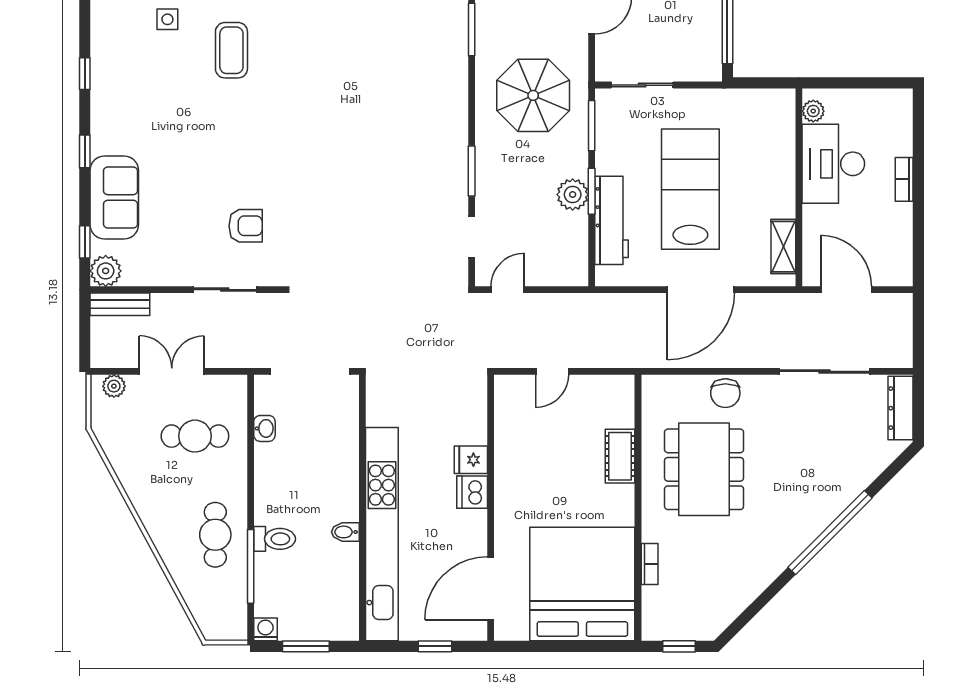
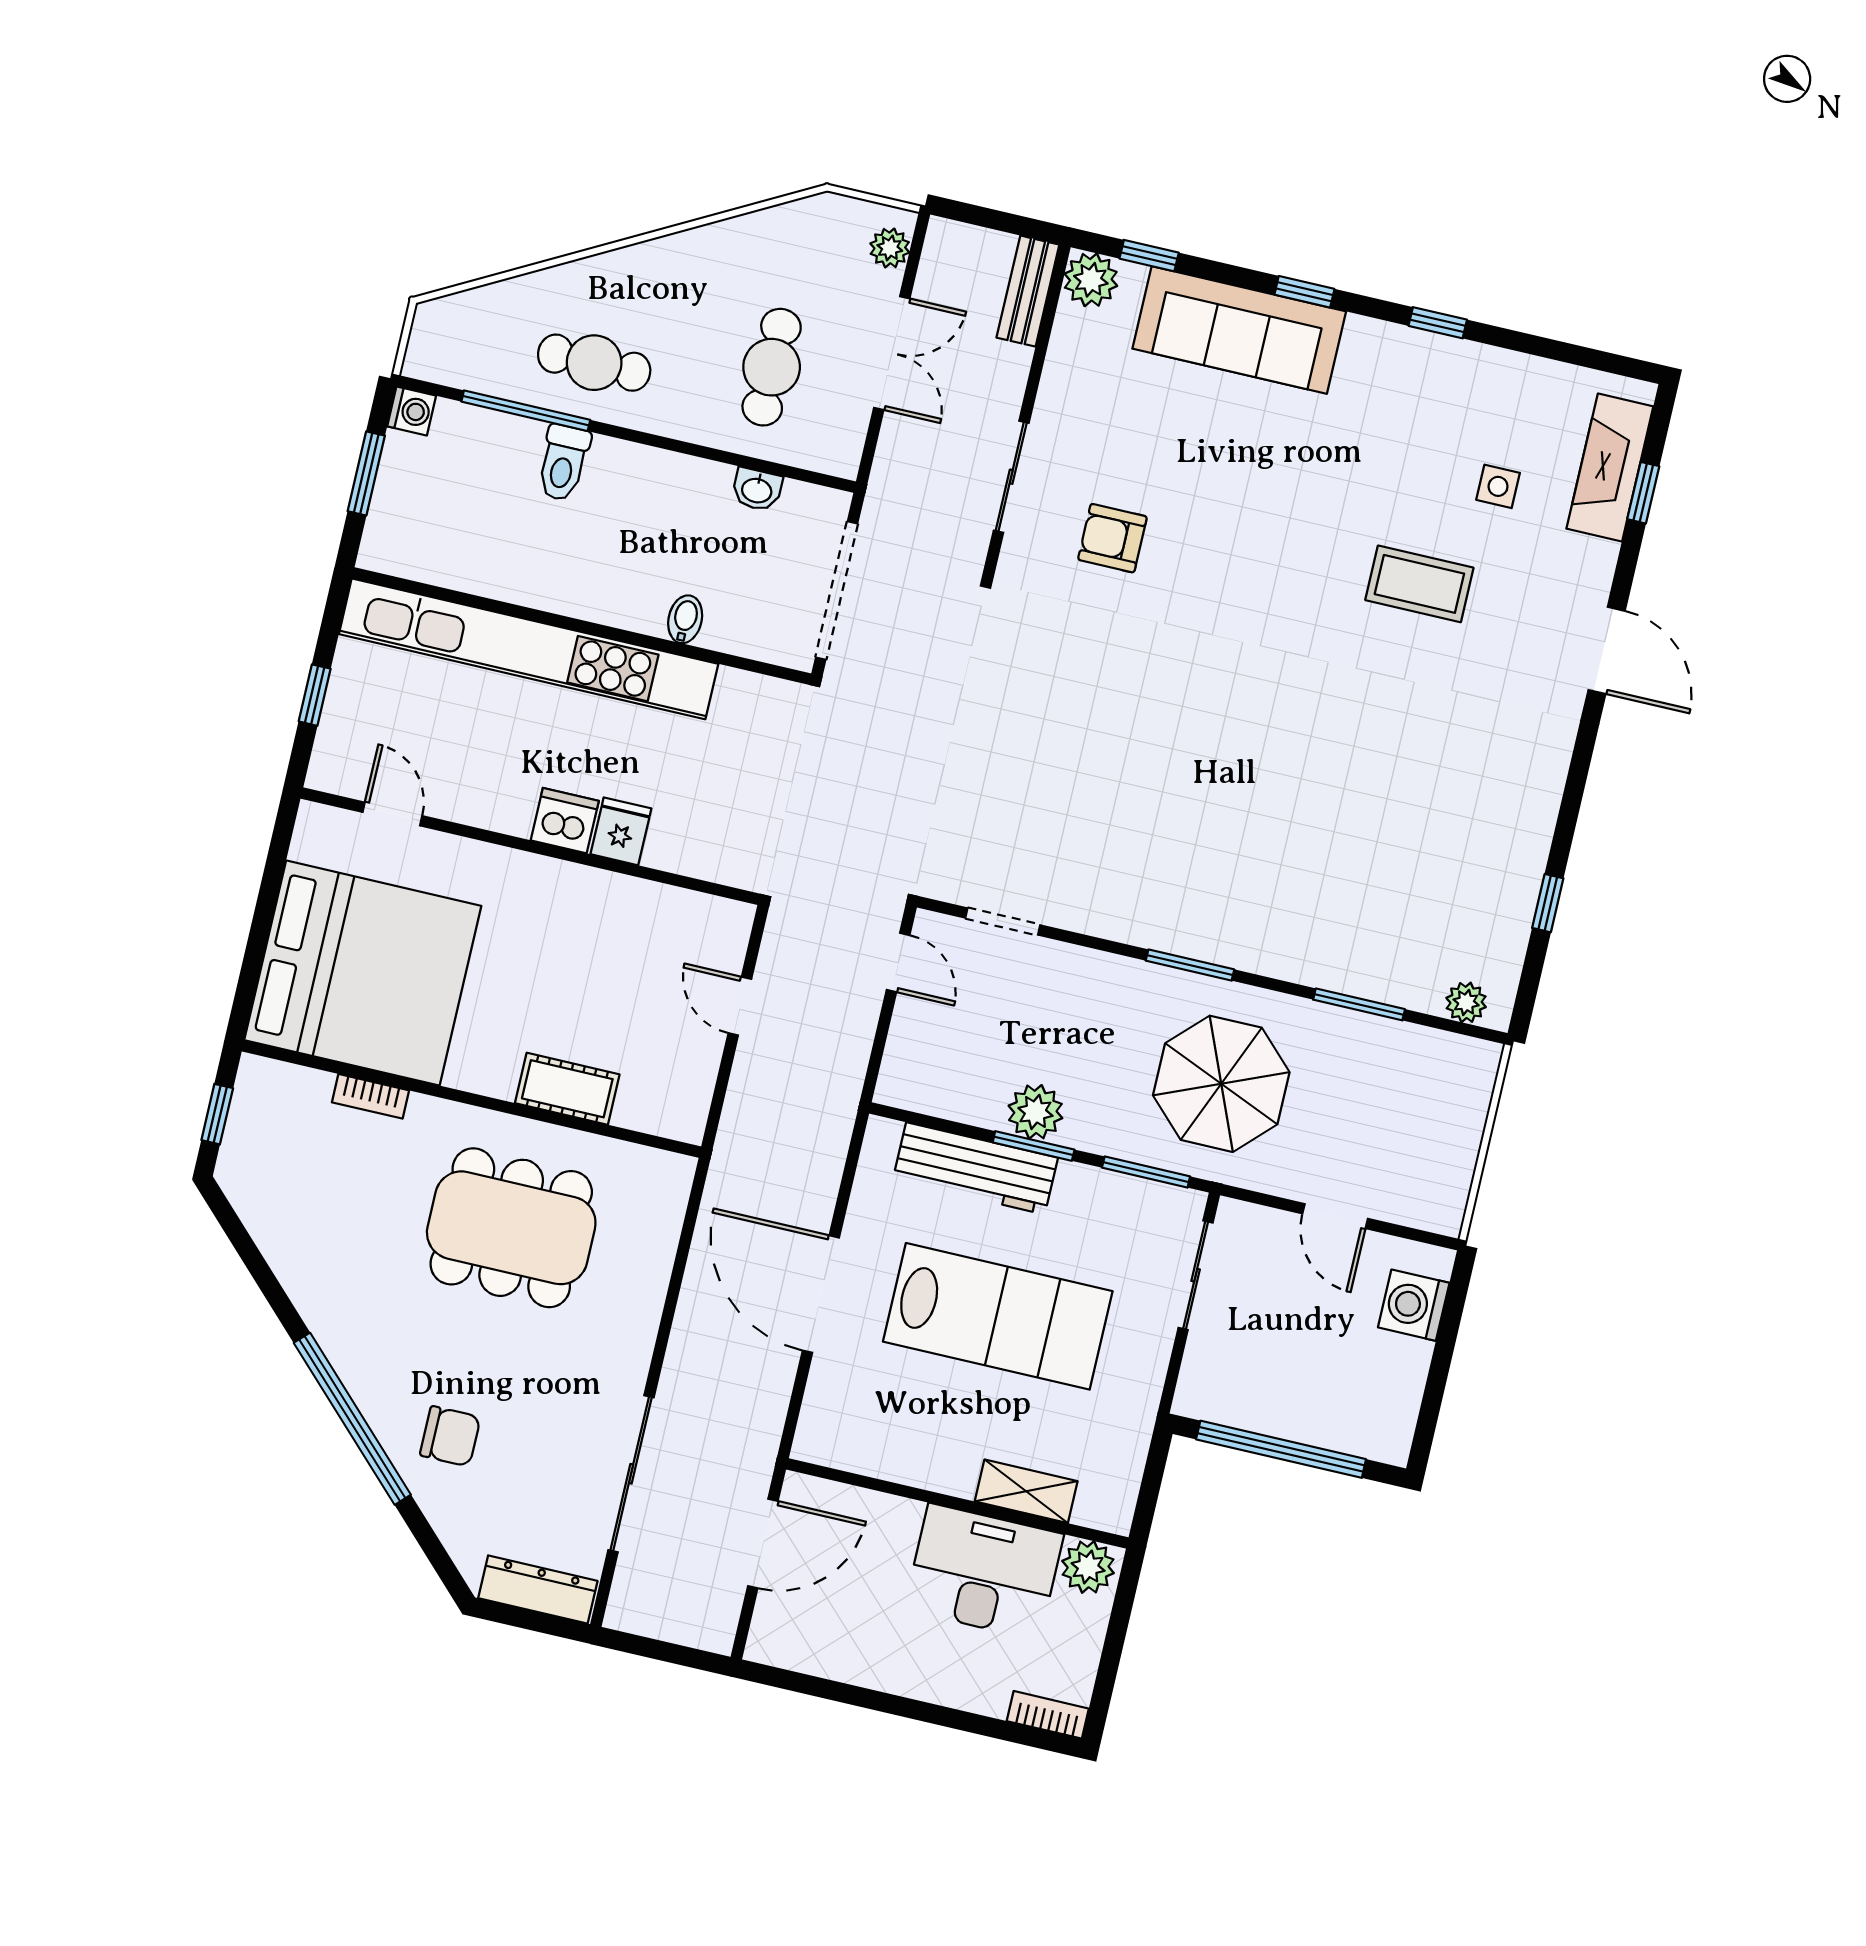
plant: (813, 111) -> (1088, 1567), width x1.38, depth x1.38
window: (472, 171) -> (1190, 965), moved
bookcase: (904, 179) -> (1048, 1715), moved
sofa: (114, 197) -> (1239, 330), width x1.36
armchair: (246, 226) -> (1112, 538), turned 90
shelving: (783, 247) -> (1026, 1491), moved
chair: (725, 393) -> (450, 1436), moved, turned 180
bidet: (345, 532) -> (685, 619), moved
door: (491, 588) -> (392, 814), width x0.53

